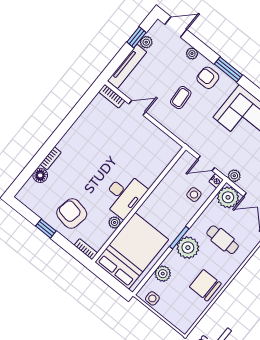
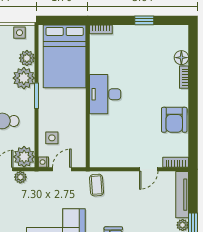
coffee table: (181, 98) -> (97, 185), moved
plant: (234, 176) -> (20, 177), moved
armchair: (72, 213) -> (174, 120), moved, turned 79
plant: (115, 222) -> (95, 67), removed
plant: (188, 248) -> (24, 78), moved

